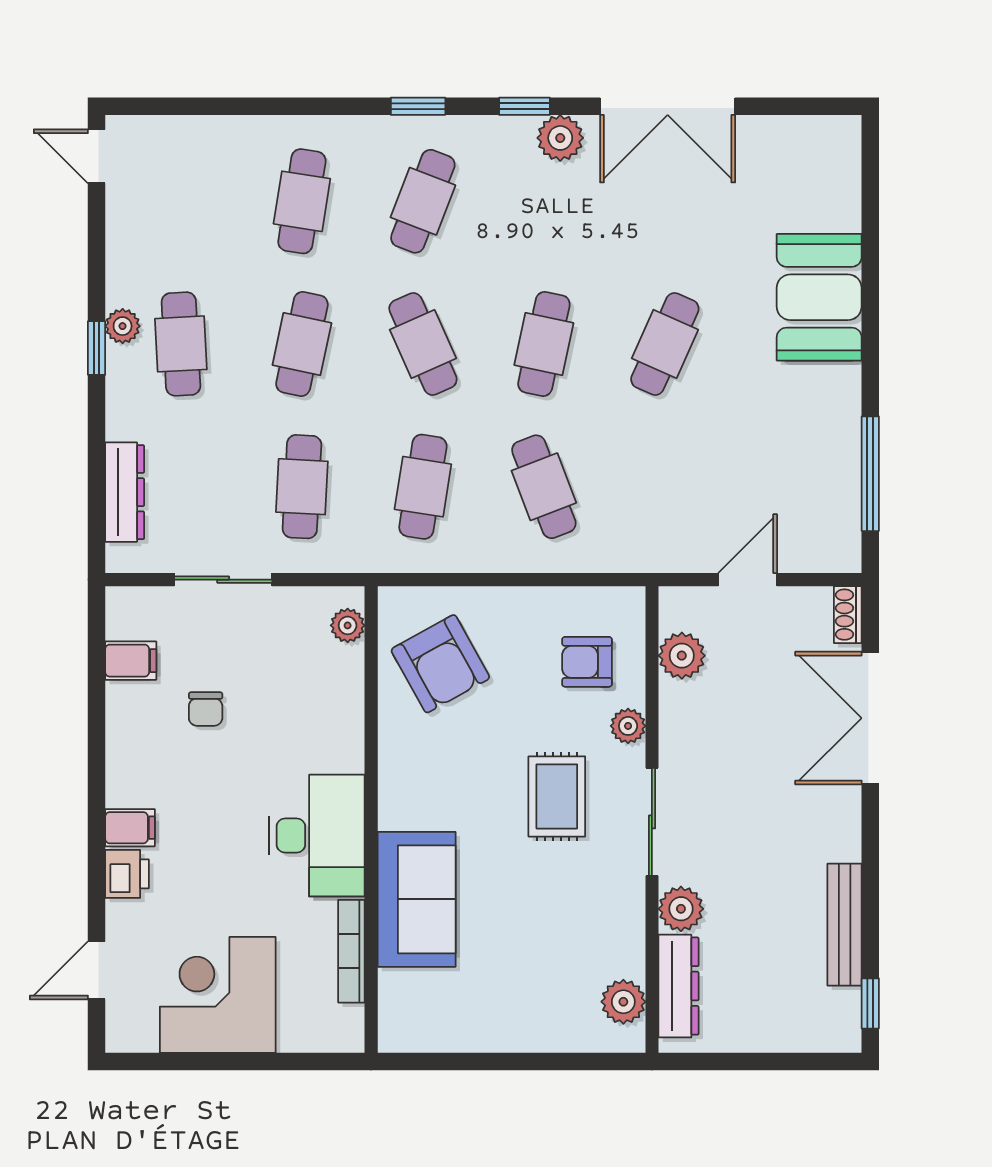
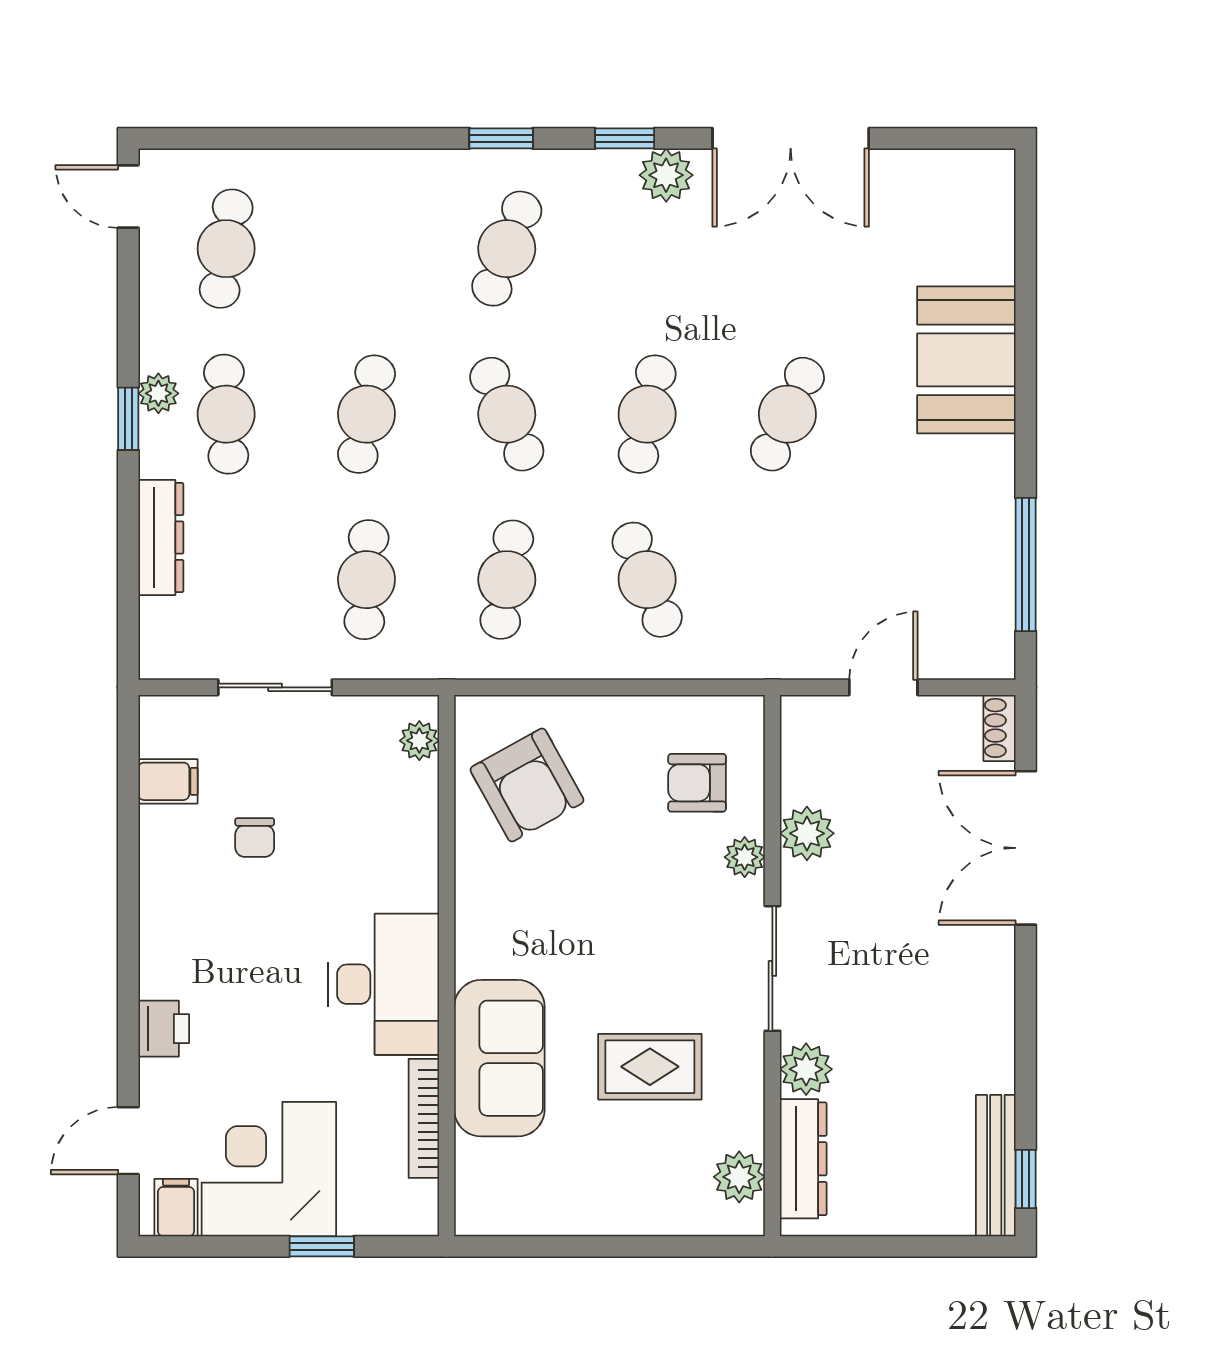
cafe table: (302, 201) -> (226, 249), moved
dresser: (125, 492) -> (161, 538), moved
plant: (682, 656) -> (807, 833), moved
rug: (557, 796) -> (650, 1067), moved, turned 90
filing cabinet: (130, 828) -> (176, 1208), moved, turned -90
bench: (845, 925) -> (996, 1166), moved
window: (263, 1062) -> (322, 1246), added

